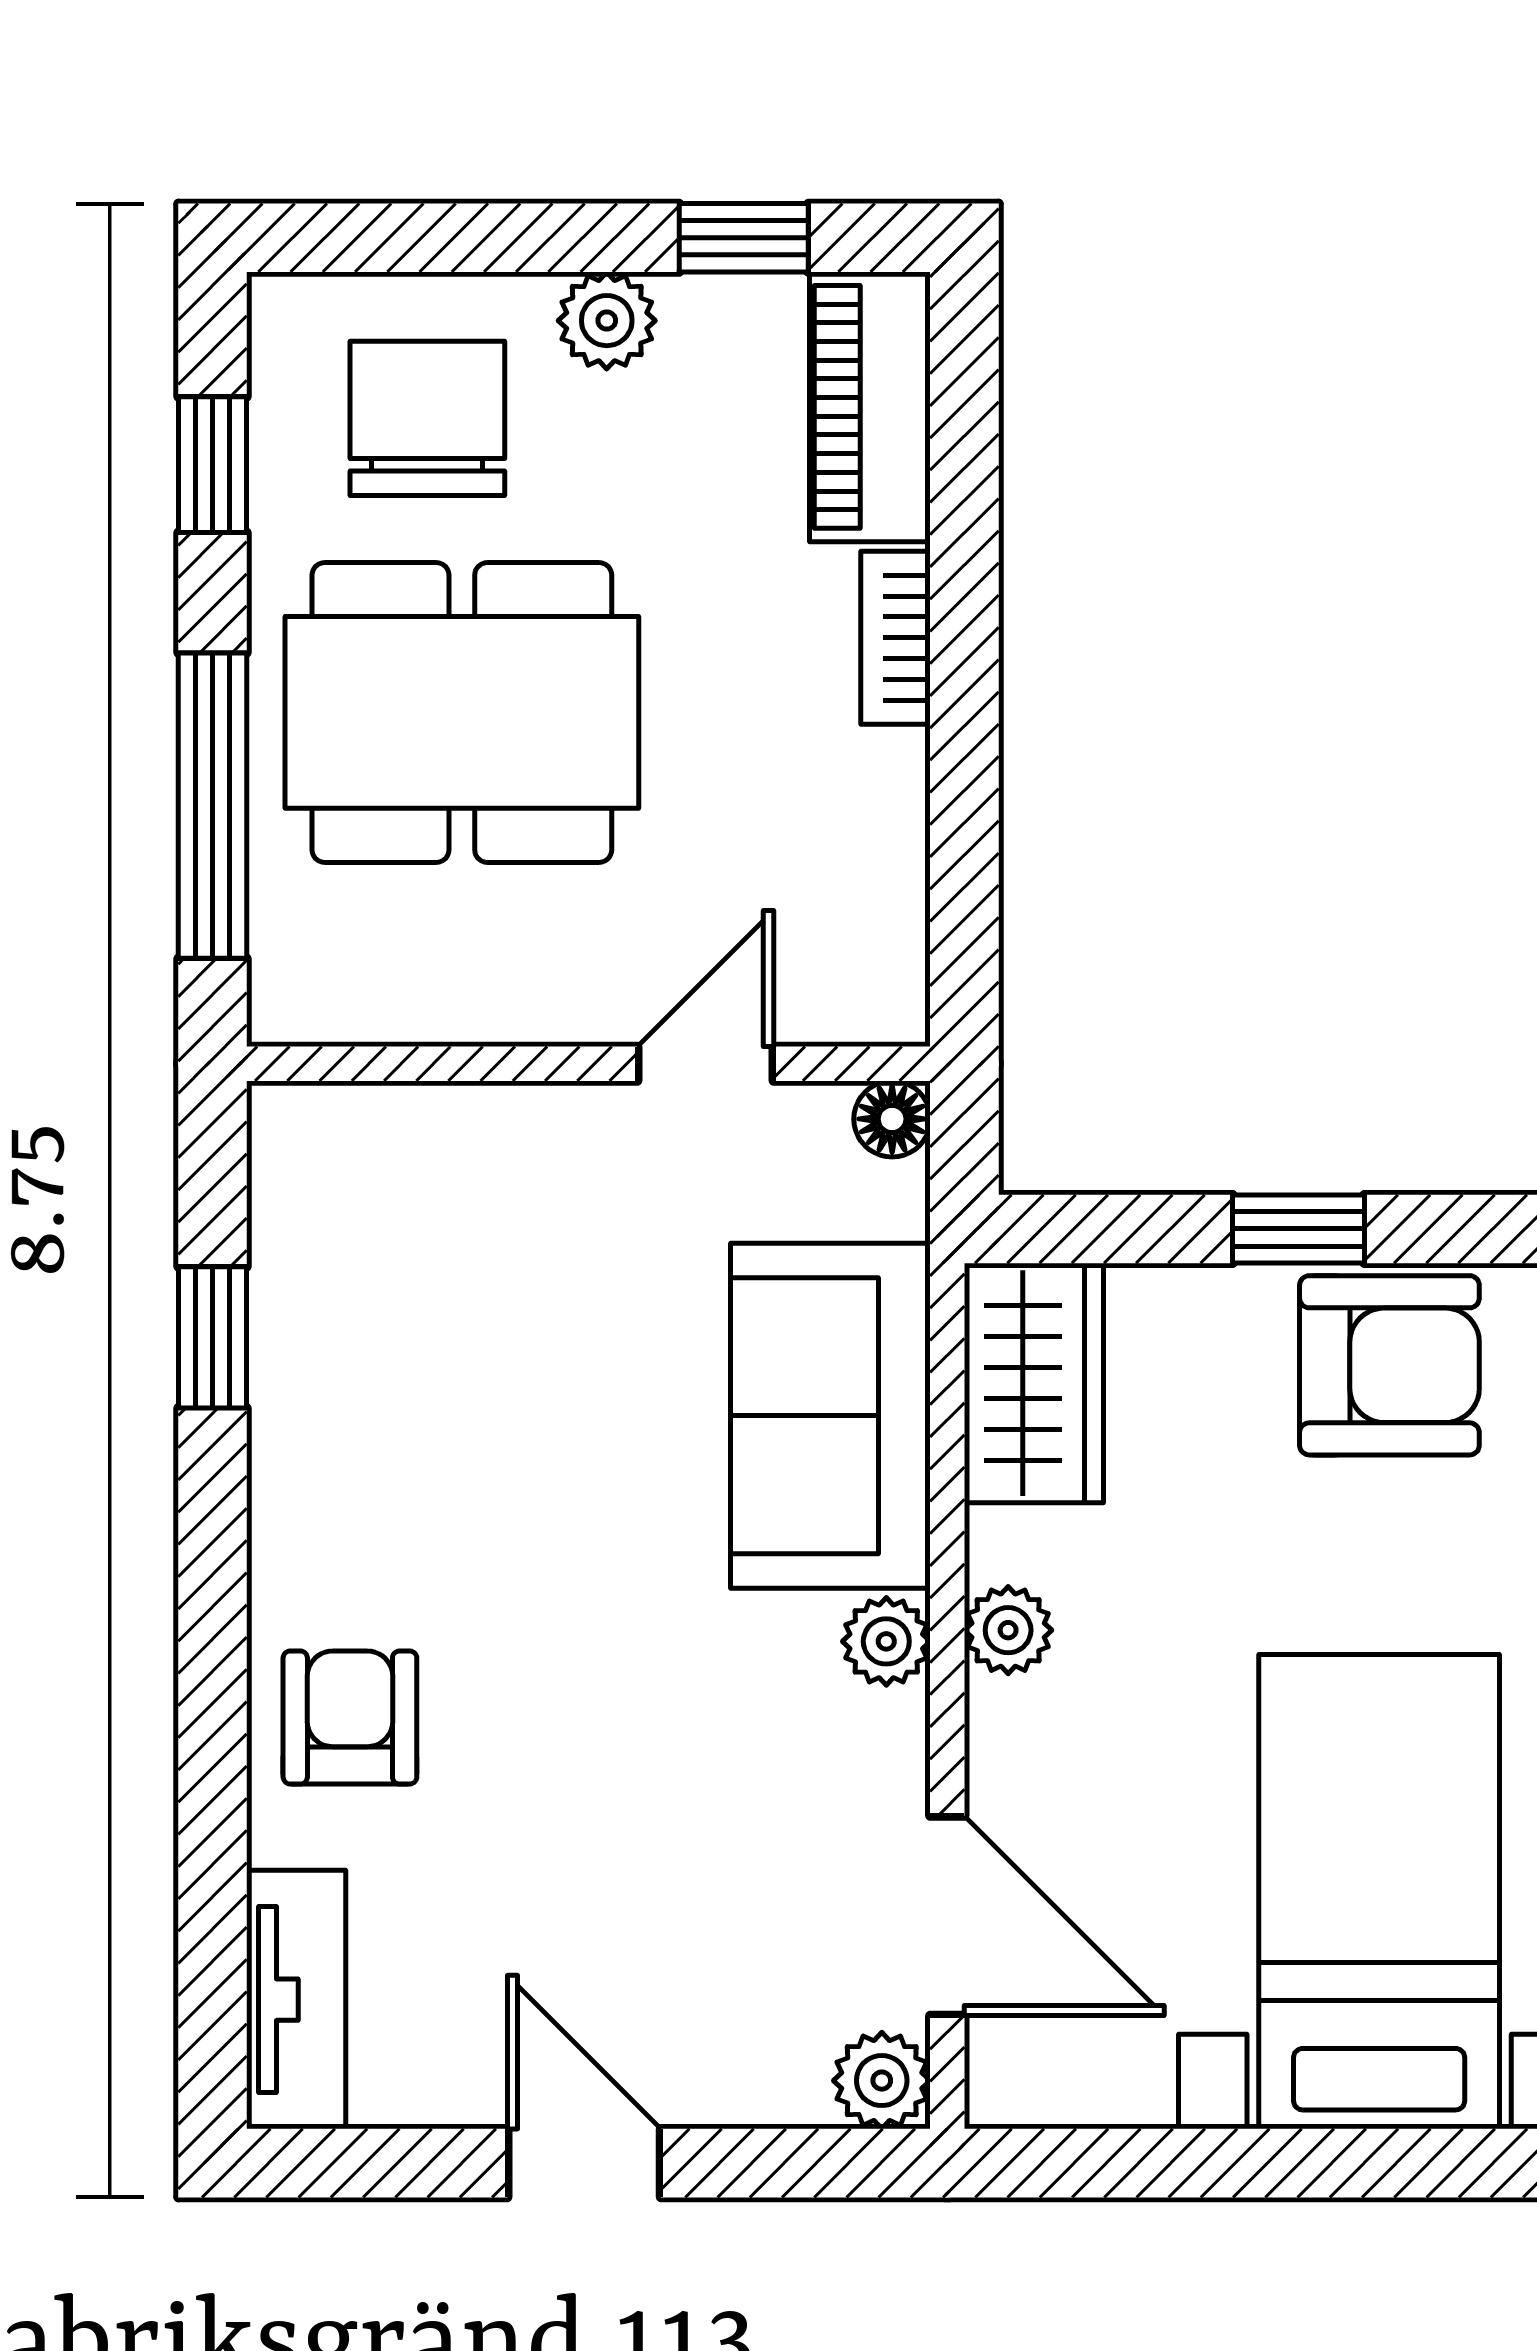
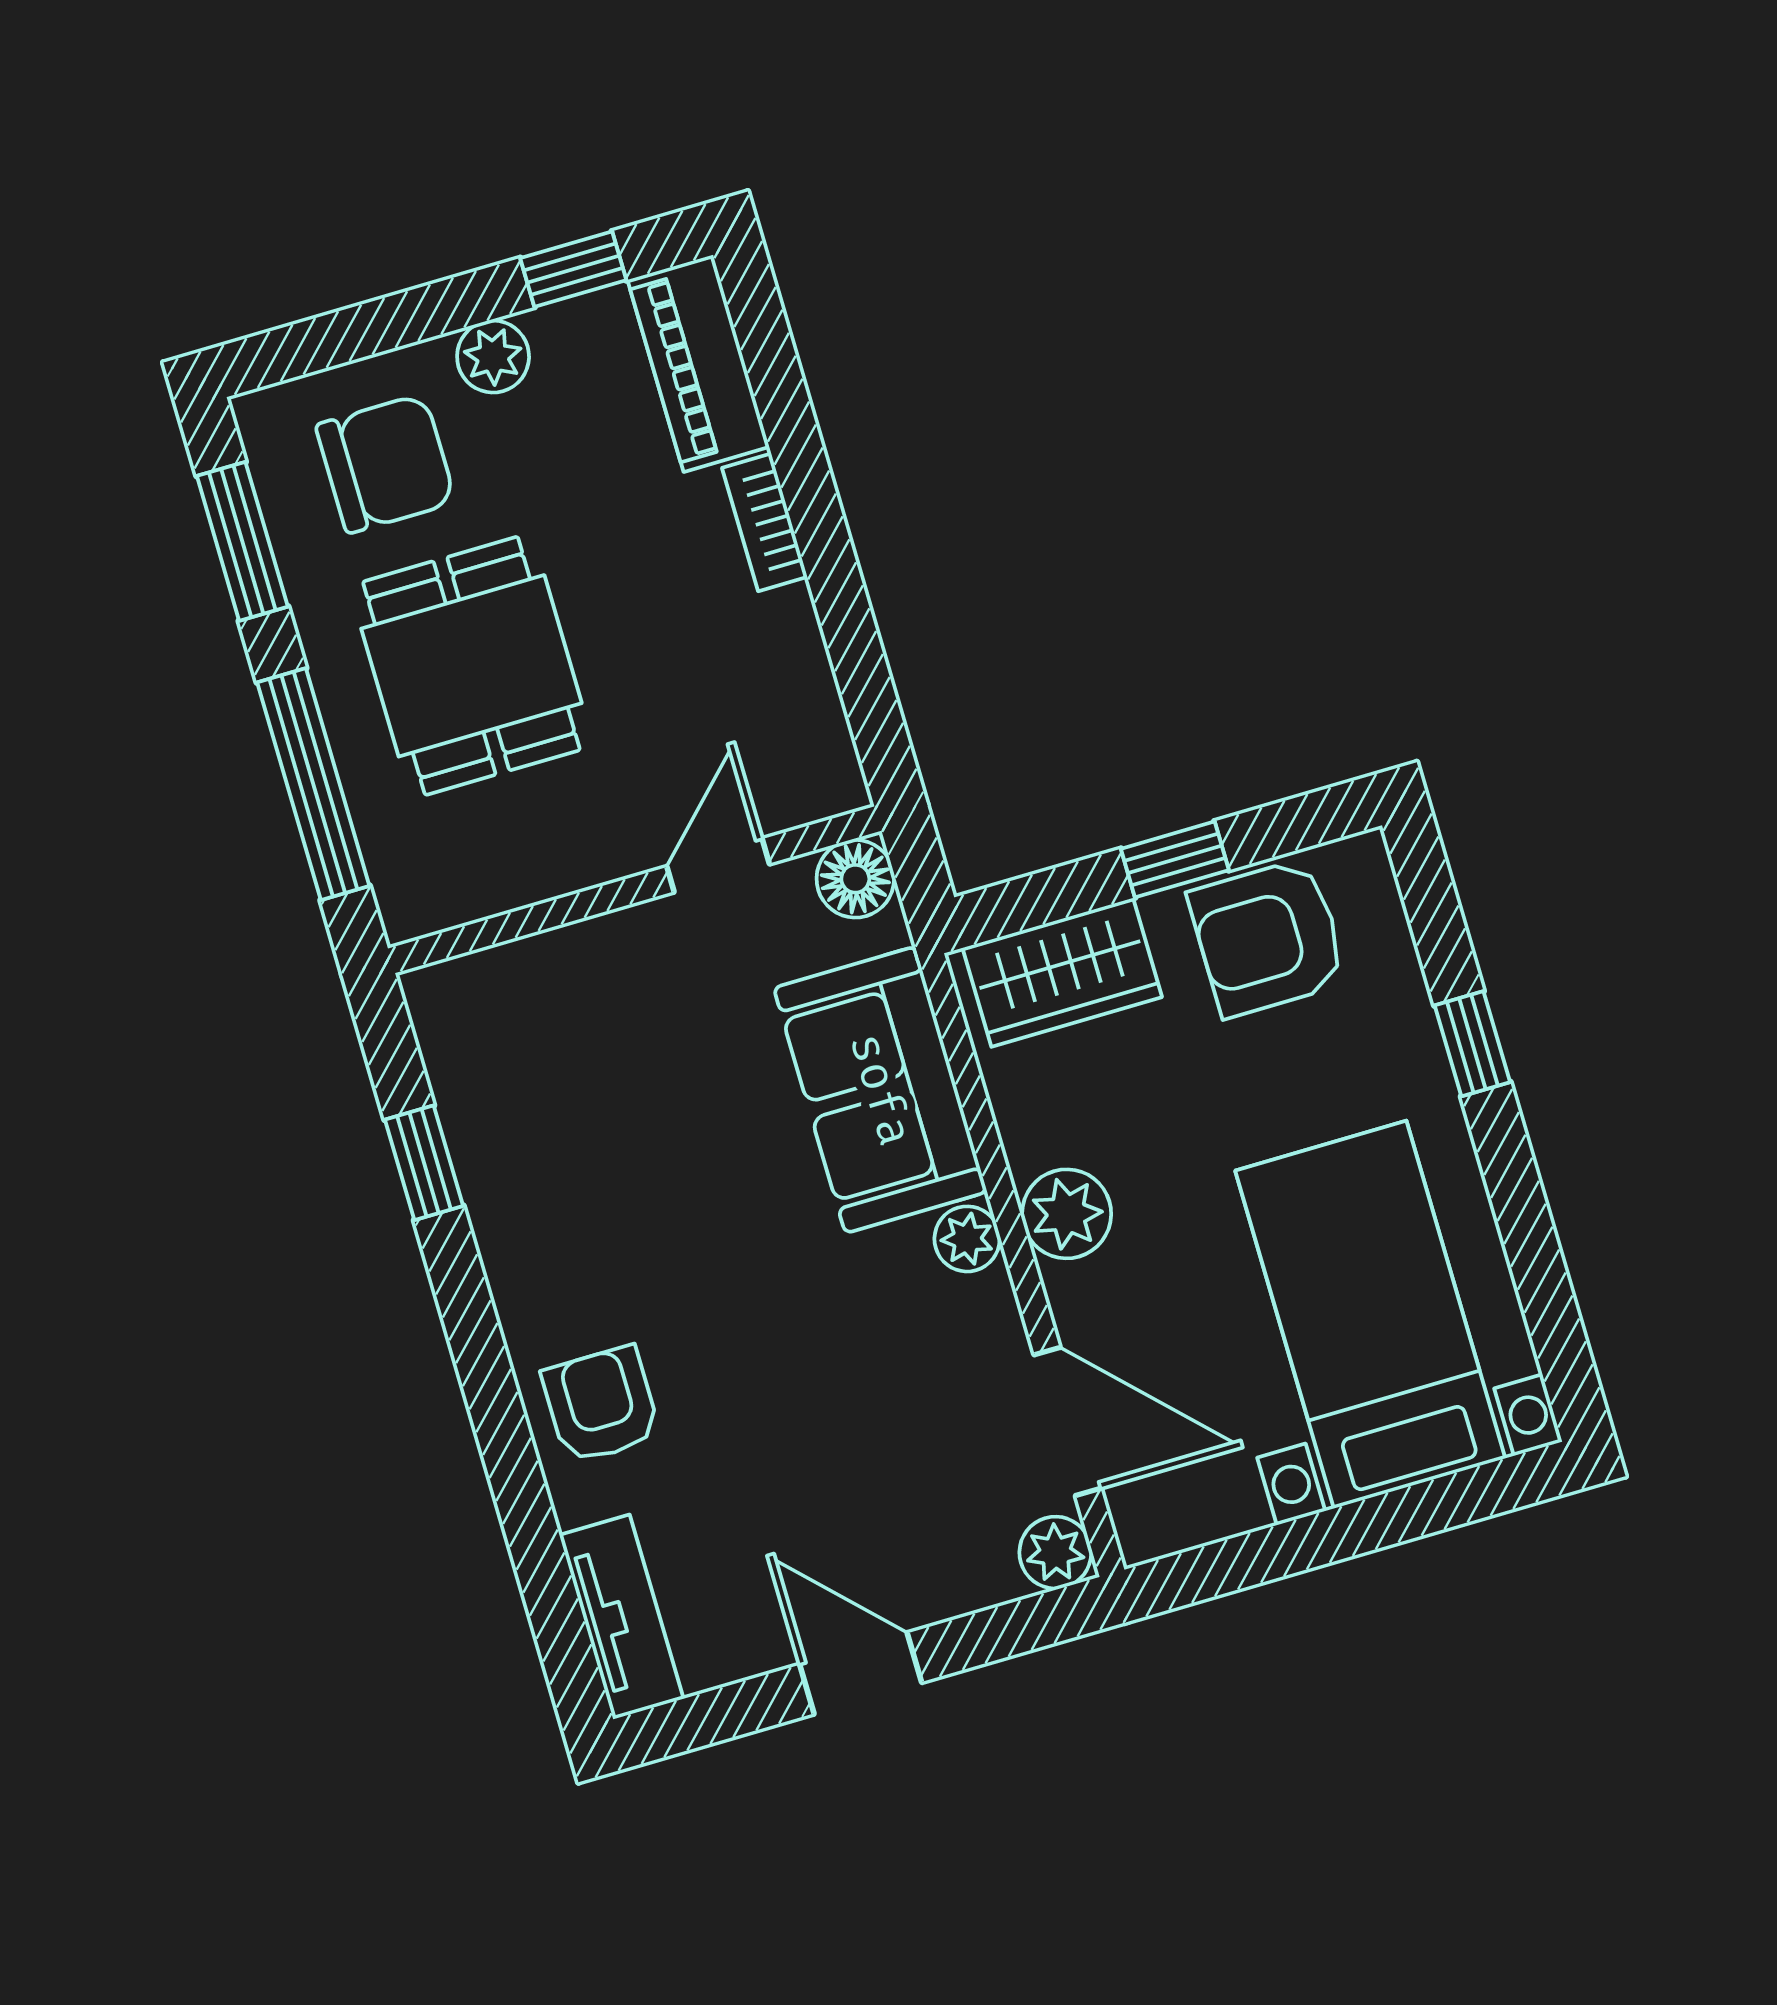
chair: (427, 418) -> (386, 464), turned 90
window: (212, 465) -> (242, 541), width x1.50
dining table: (462, 712) -> (471, 666), width x0.73
floor lamp: (892, 1119) -> (855, 879), width x1.37, depth x1.37
armchair: (1389, 1365) -> (1268, 938), turned 180
wardrobe: (1034, 1383) -> (1062, 972), moved, turned 90
plant: (1008, 1630) -> (1067, 1214), width x1.38, depth x1.38

